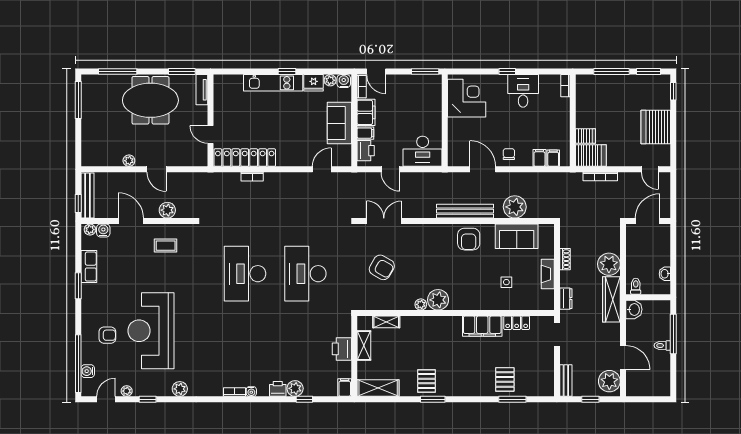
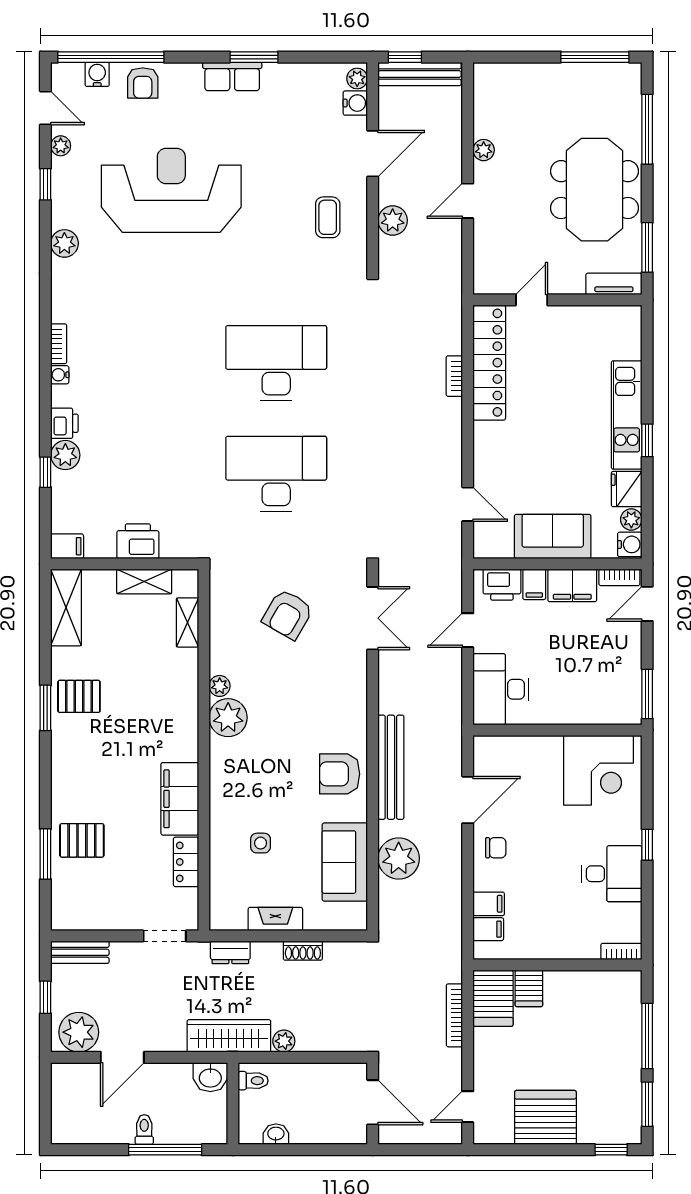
plant: (609, 264) -> (284, 1041), width x0.53, depth x0.53
row of seats: (89, 267) -> (232, 77), moved
armchair: (107, 335) -> (143, 83), moved

